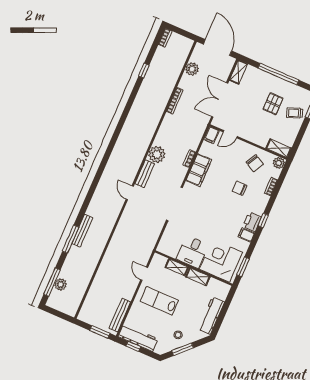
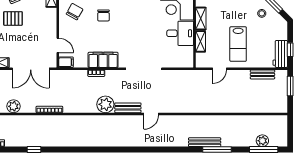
bench: (120, 315) -> (262, 74), width x0.73
workbench: (138, 338) -> (280, 54), width x0.73

